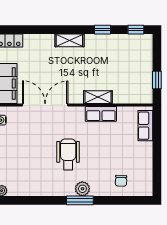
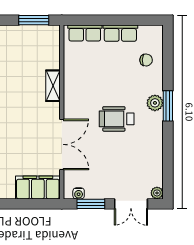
window: (157, 80) -> (34, 20), width x1.50
double door: (45, 105) -> (62, 144), swing flipped
row of seats: (101, 114) -> (120, 33), moved, turned 90

